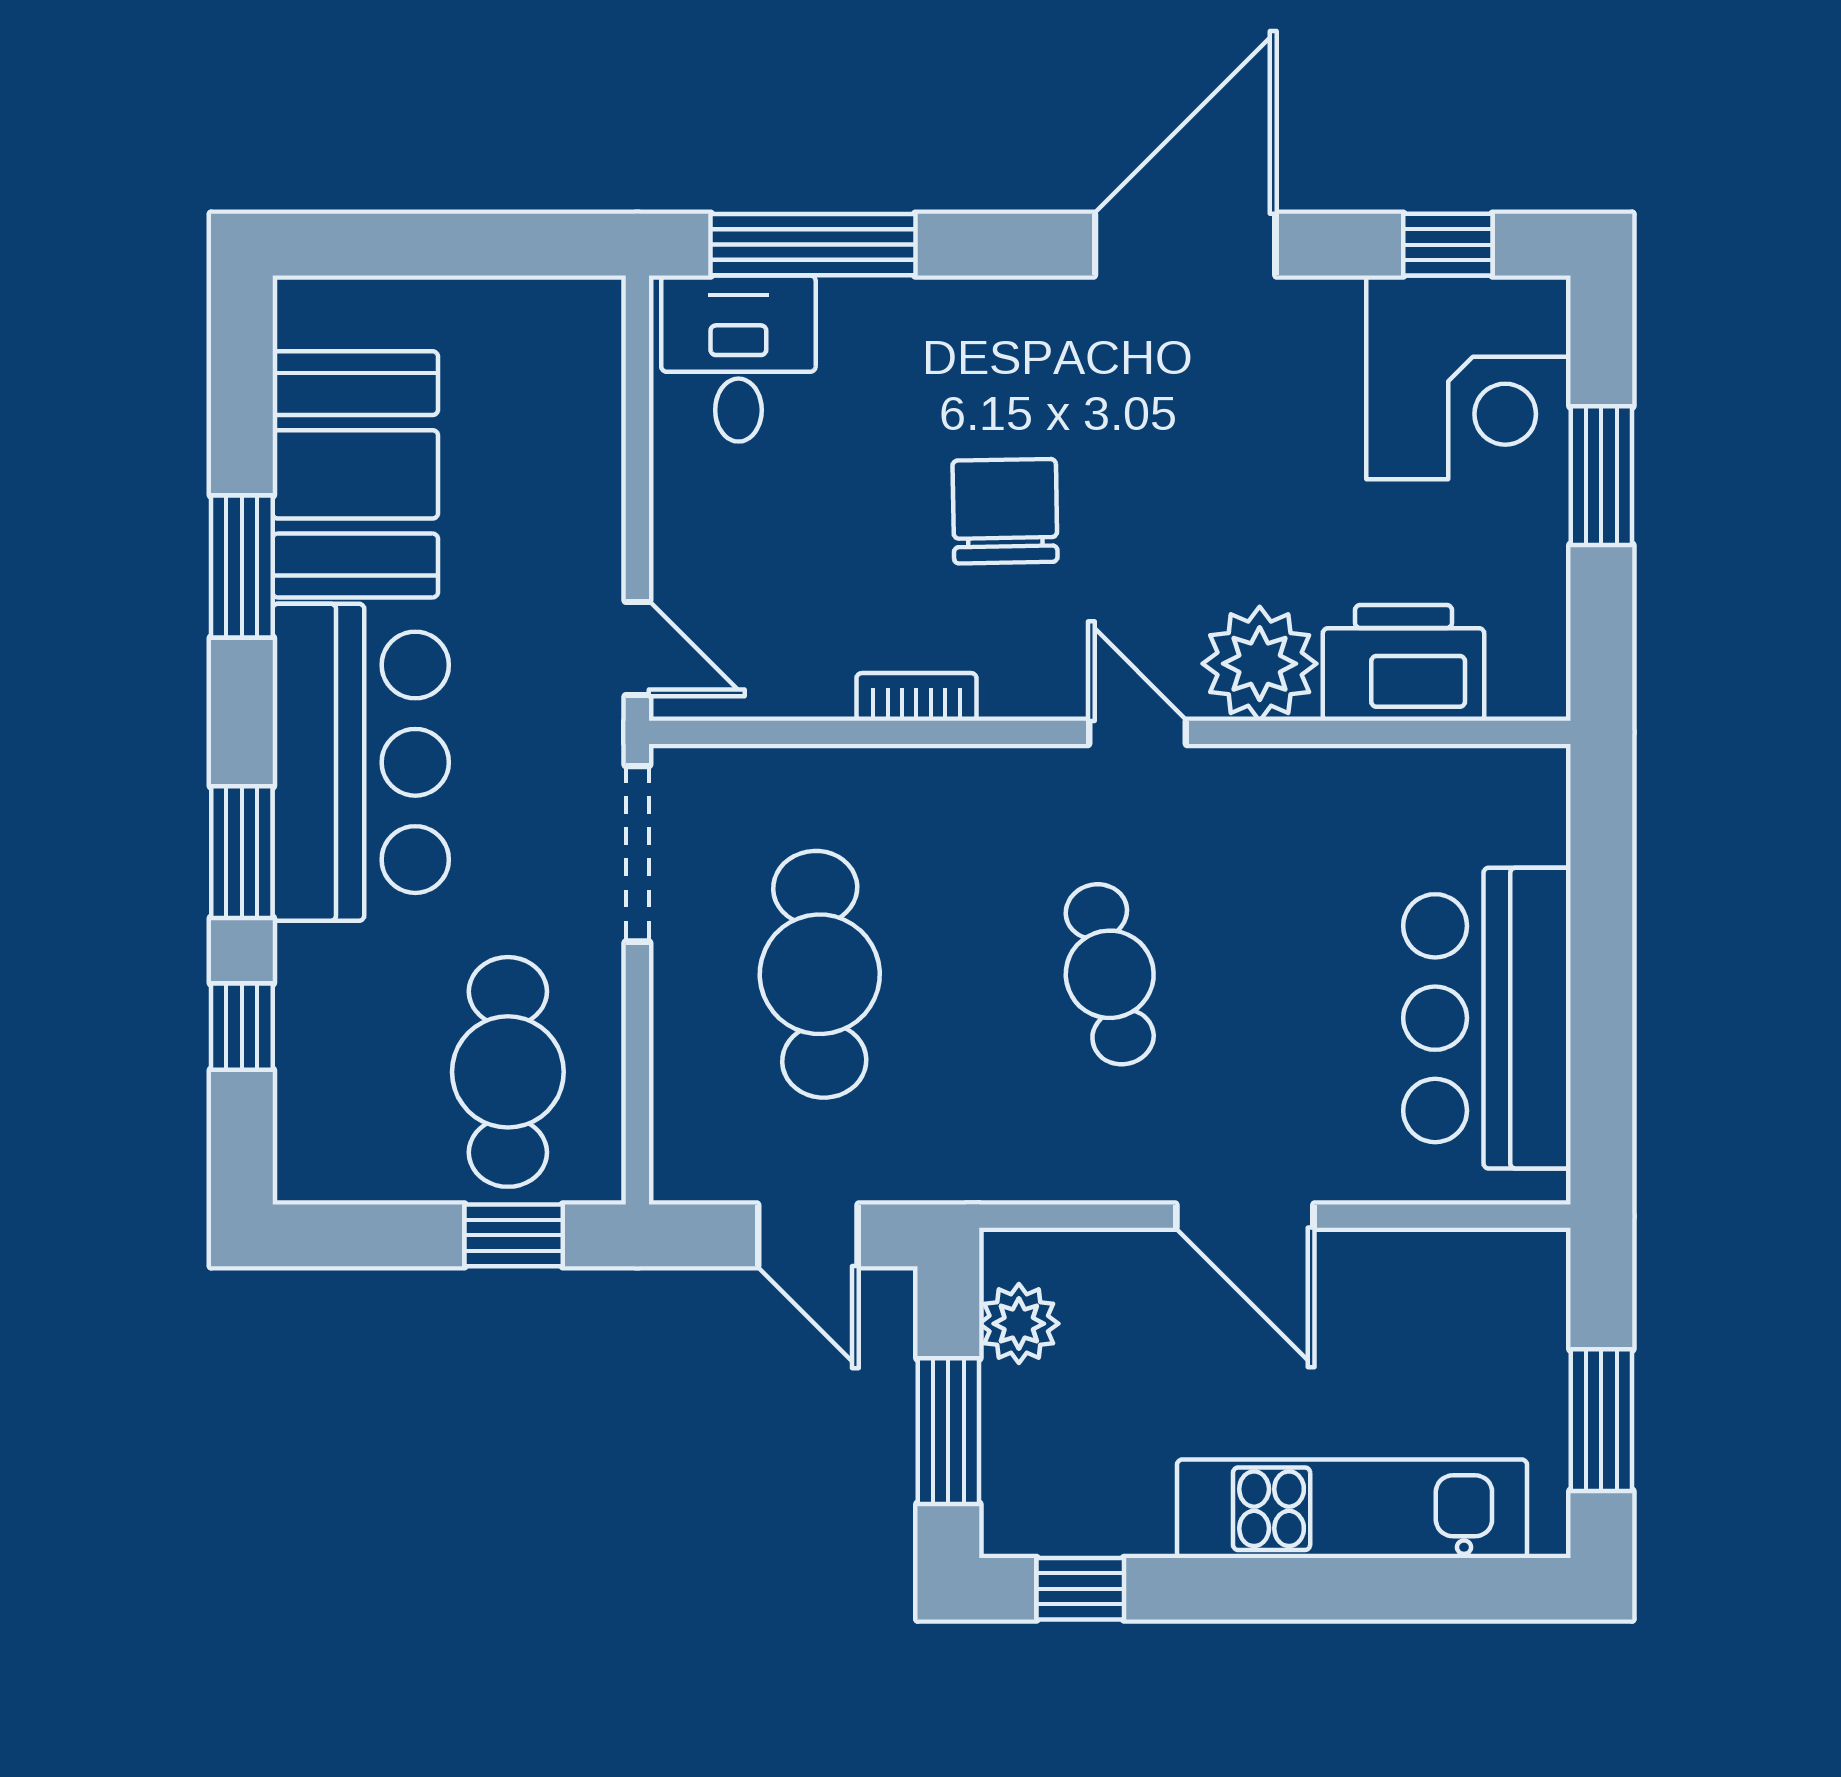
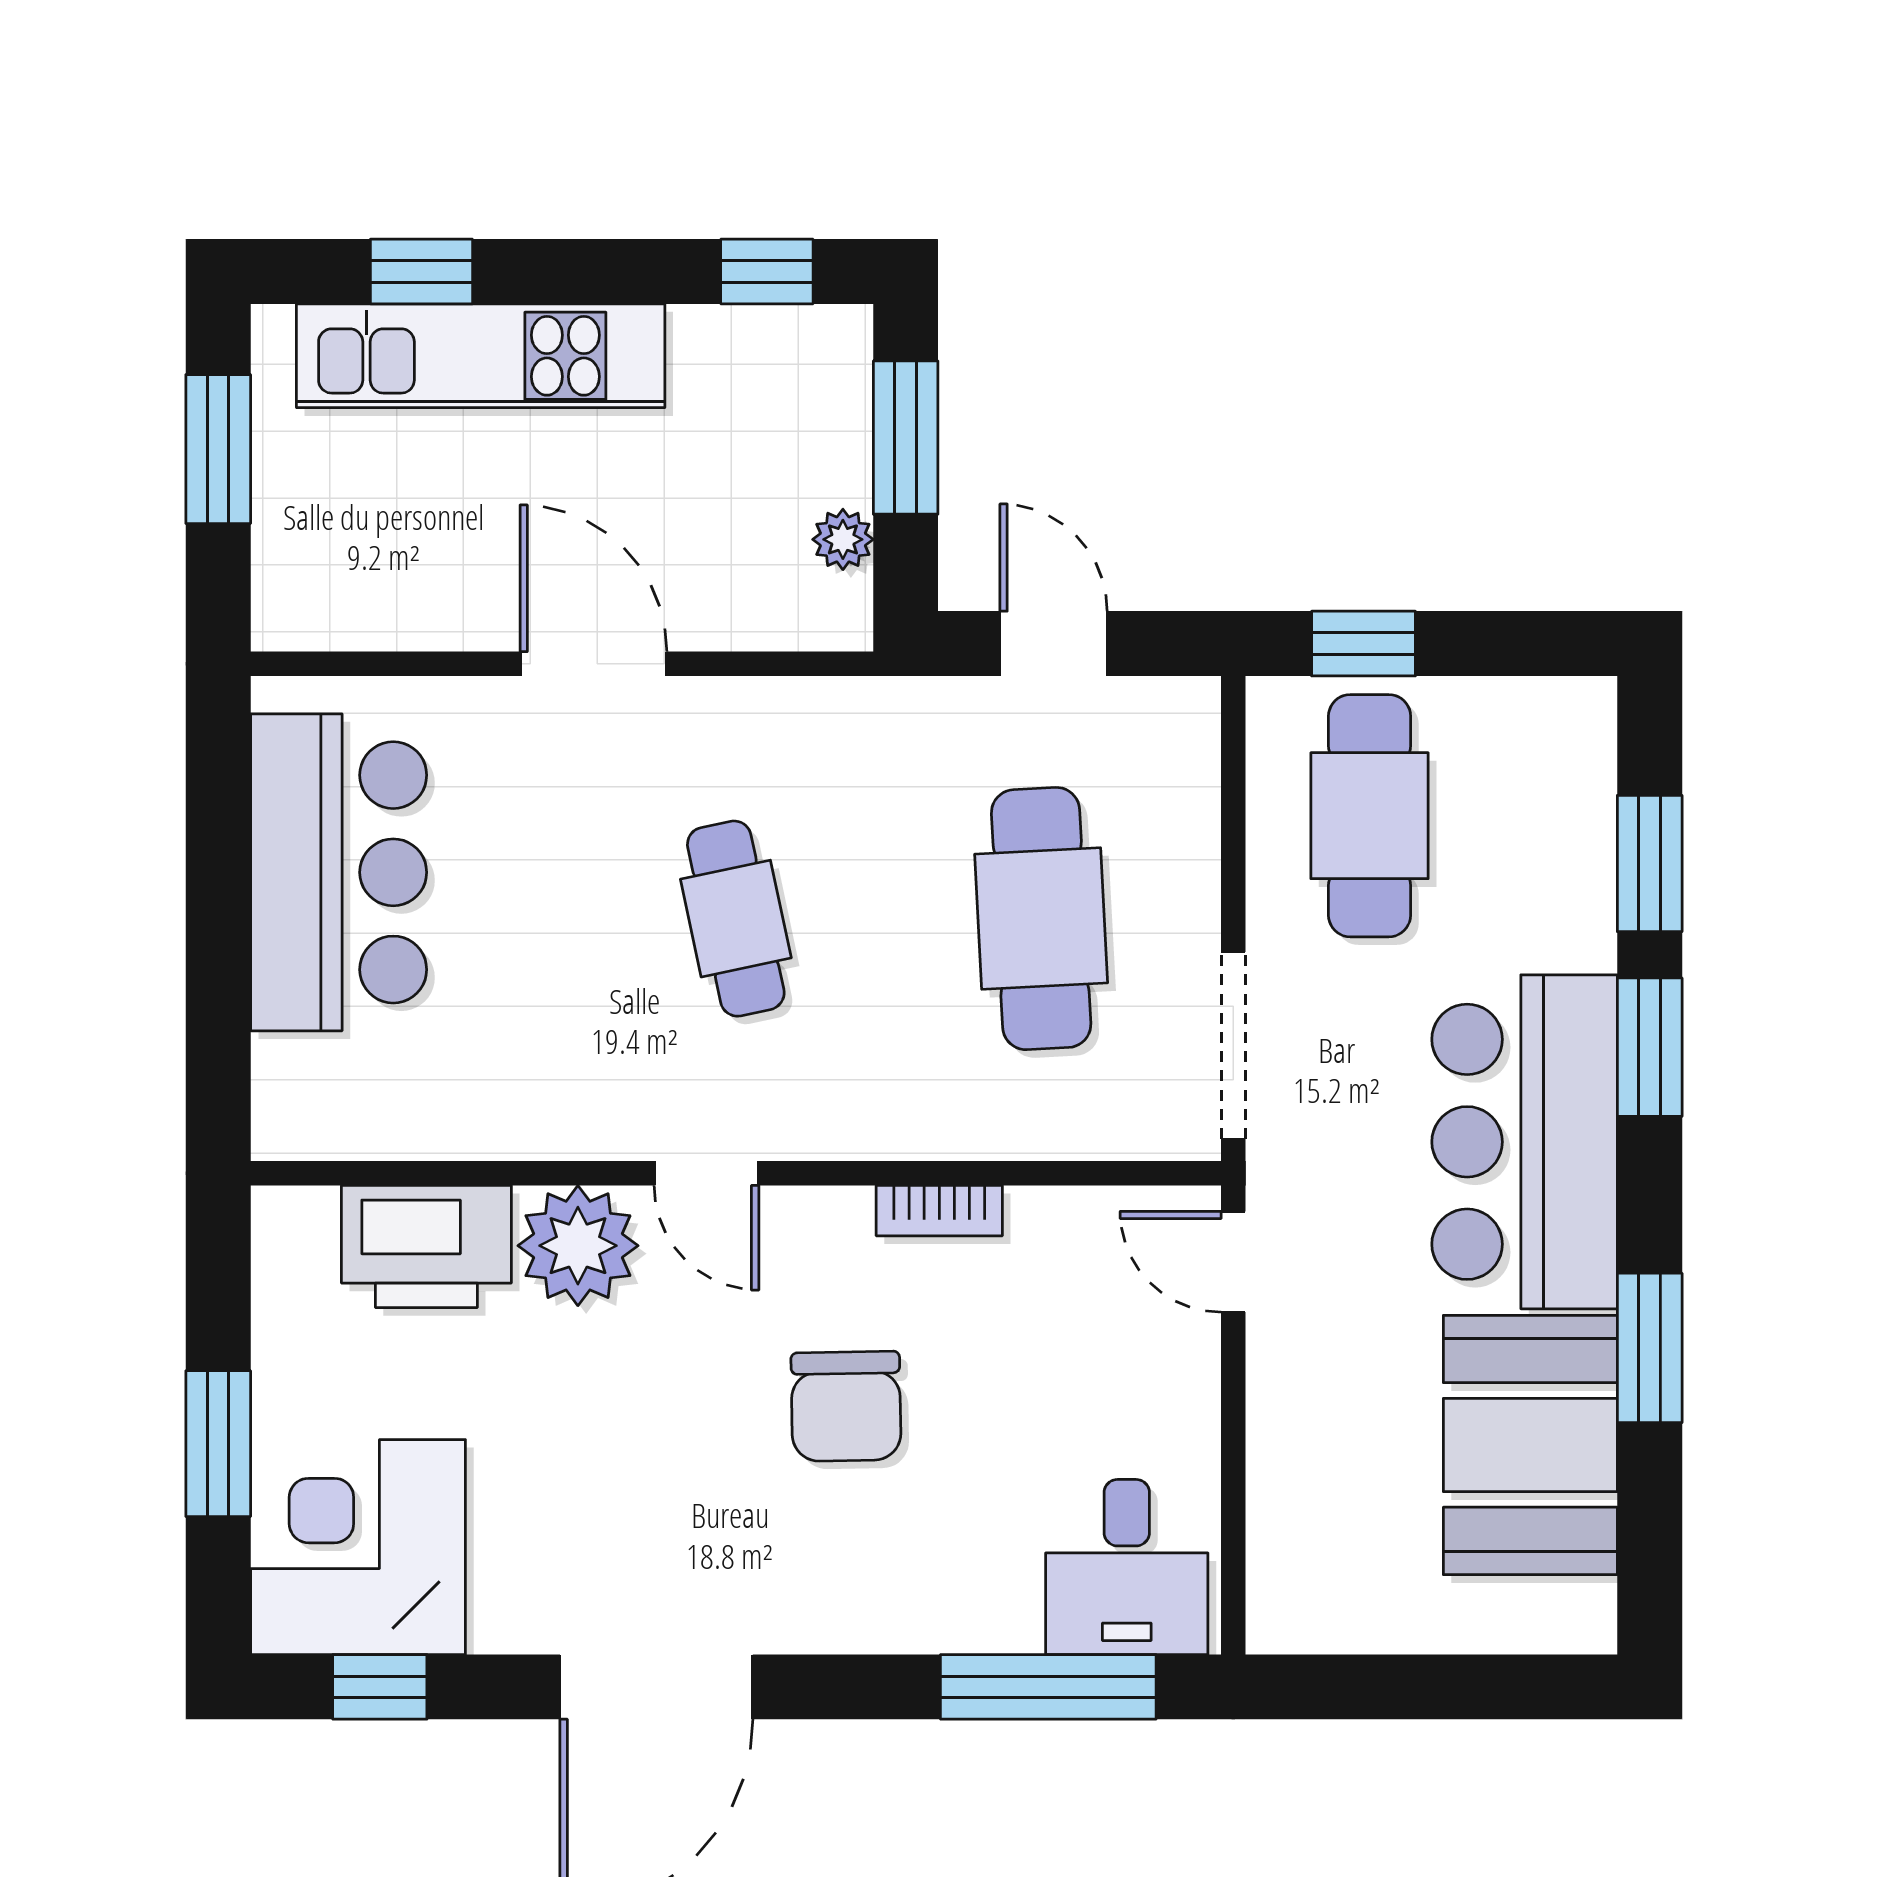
window: (242, 1027) -> (1650, 863), width x1.50
plant: (1019, 1324) -> (843, 539), width x0.73, depth x0.73
window: (1408, 1589) -> (421, 272), added

